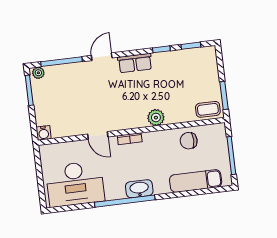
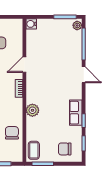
row of seats: (135, 63) -> (76, 113), moved
chair: (201, 69) -> (65, 149), added

